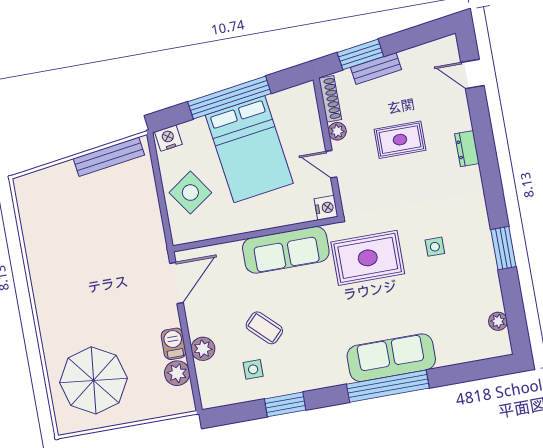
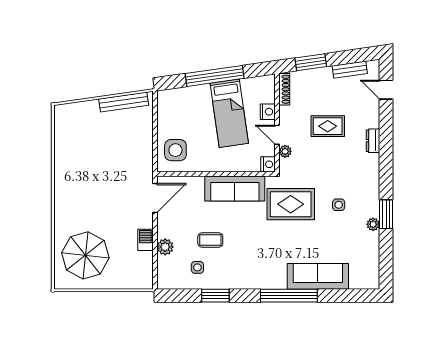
bench: (376, 68) -> (350, 70), moved
plant: (337, 131) -> (285, 151), moved
nightstand: (168, 138) -> (268, 112), moved, turned 98
bed: (249, 149) -> (229, 113), width x0.67
side table: (190, 193) -> (175, 150), moved, turned 35
plant: (498, 321) -> (373, 224), moved
coffee table: (264, 328) -> (210, 240), turned -44
sofa: (391, 358) -> (318, 276), moved
plant: (177, 373) -> (144, 261), removed

